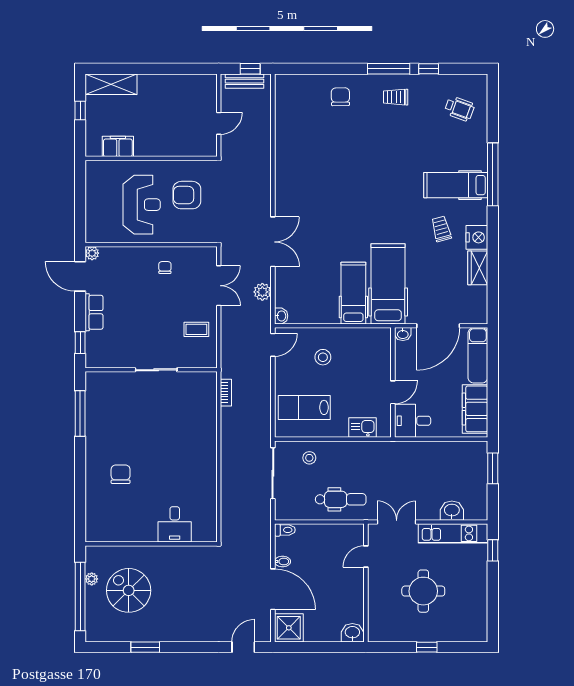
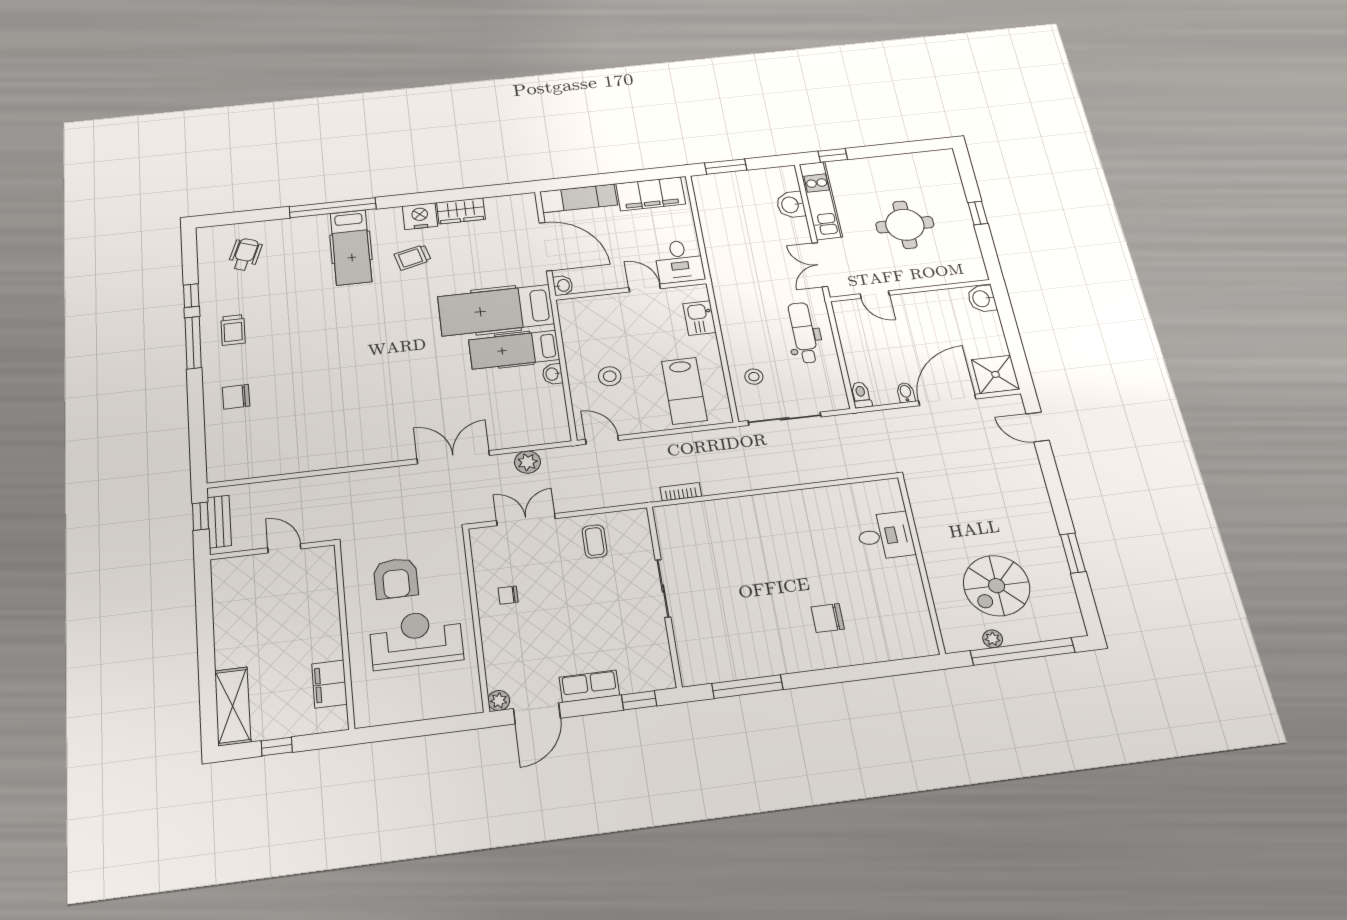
washbasin: (281, 316) -> (553, 374), moved, turned -90

